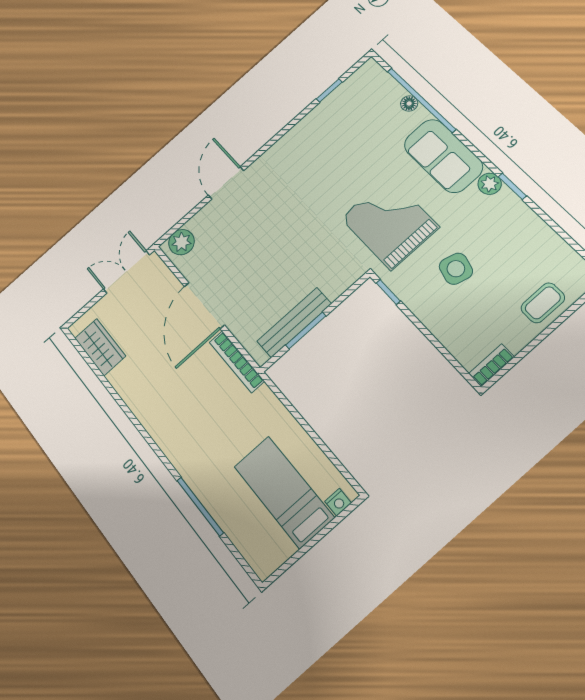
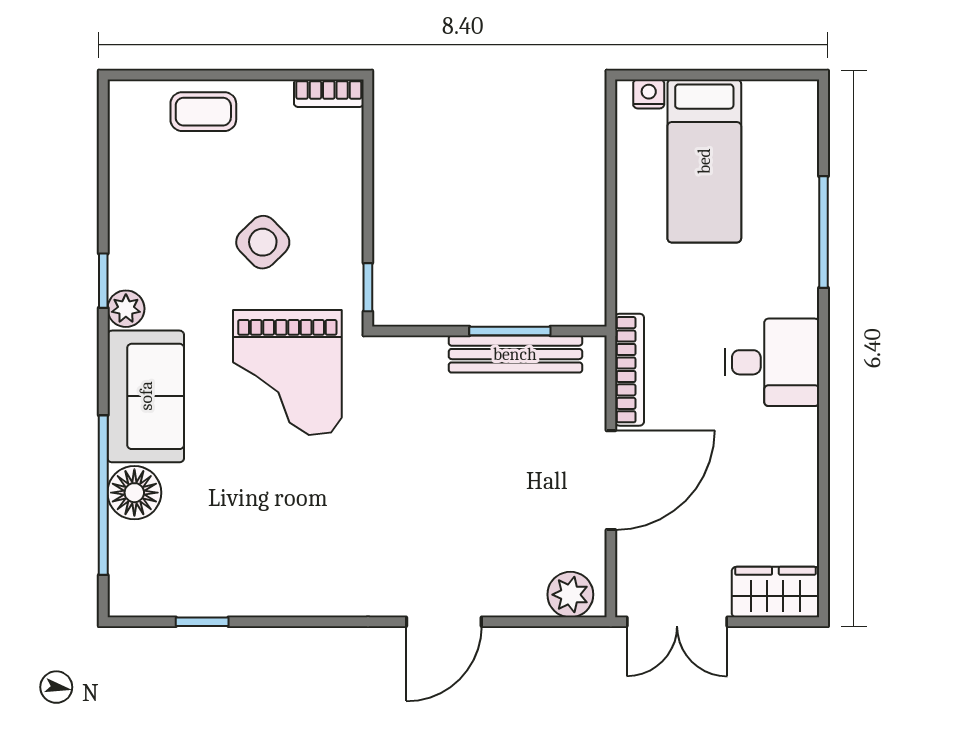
floor lamp: (409, 103) -> (134, 493), width x1.89, depth x1.89
side table: (456, 269) -> (263, 242), turned 31
wardrobe: (100, 347) -> (775, 592), moved, turned 90
desk: (175, 423) -> (772, 362), added

